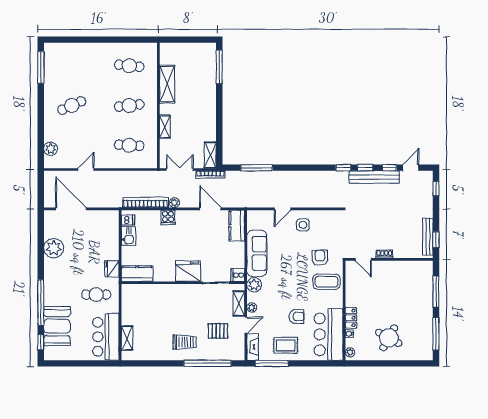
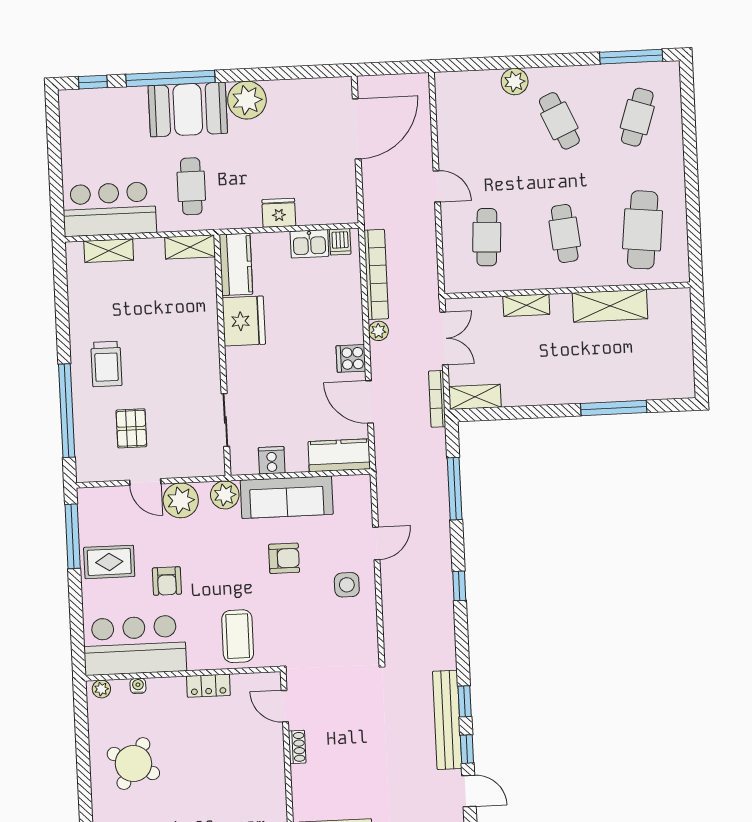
cafe table: (72, 66) -> (637, 117), added
cafe table: (129, 66) -> (643, 230), width x1.37, depth x1.35
window: (219, 67) -> (614, 408), moved
plant: (51, 149) -> (515, 82), moved
window: (343, 168) -> (459, 586), moved
door: (86, 169) -> (437, 186), moved
door: (210, 209) -> (370, 402), swing flipped
door: (283, 209) -> (376, 543), swing flipped
cooker: (168, 217) -> (351, 358), moved
plant: (54, 248) -> (247, 100), moved
armchair: (320, 258) -> (284, 558), moved
door: (363, 259) -> (285, 706), hinge flipped
fridge: (112, 269) -> (279, 213), moved
fridge: (188, 271) -> (244, 321), moved
cooker: (238, 275) -> (272, 460), moved
shelving: (239, 303) -> (190, 247), moved
plant: (252, 307) -> (181, 500), width x1.88, depth x1.88
locker: (351, 318) -> (208, 686), moved
booth: (57, 326) -> (188, 109), moved
rug: (286, 345) -> (109, 562), turned 90
fireplace: (253, 347) -> (103, 498), removed

